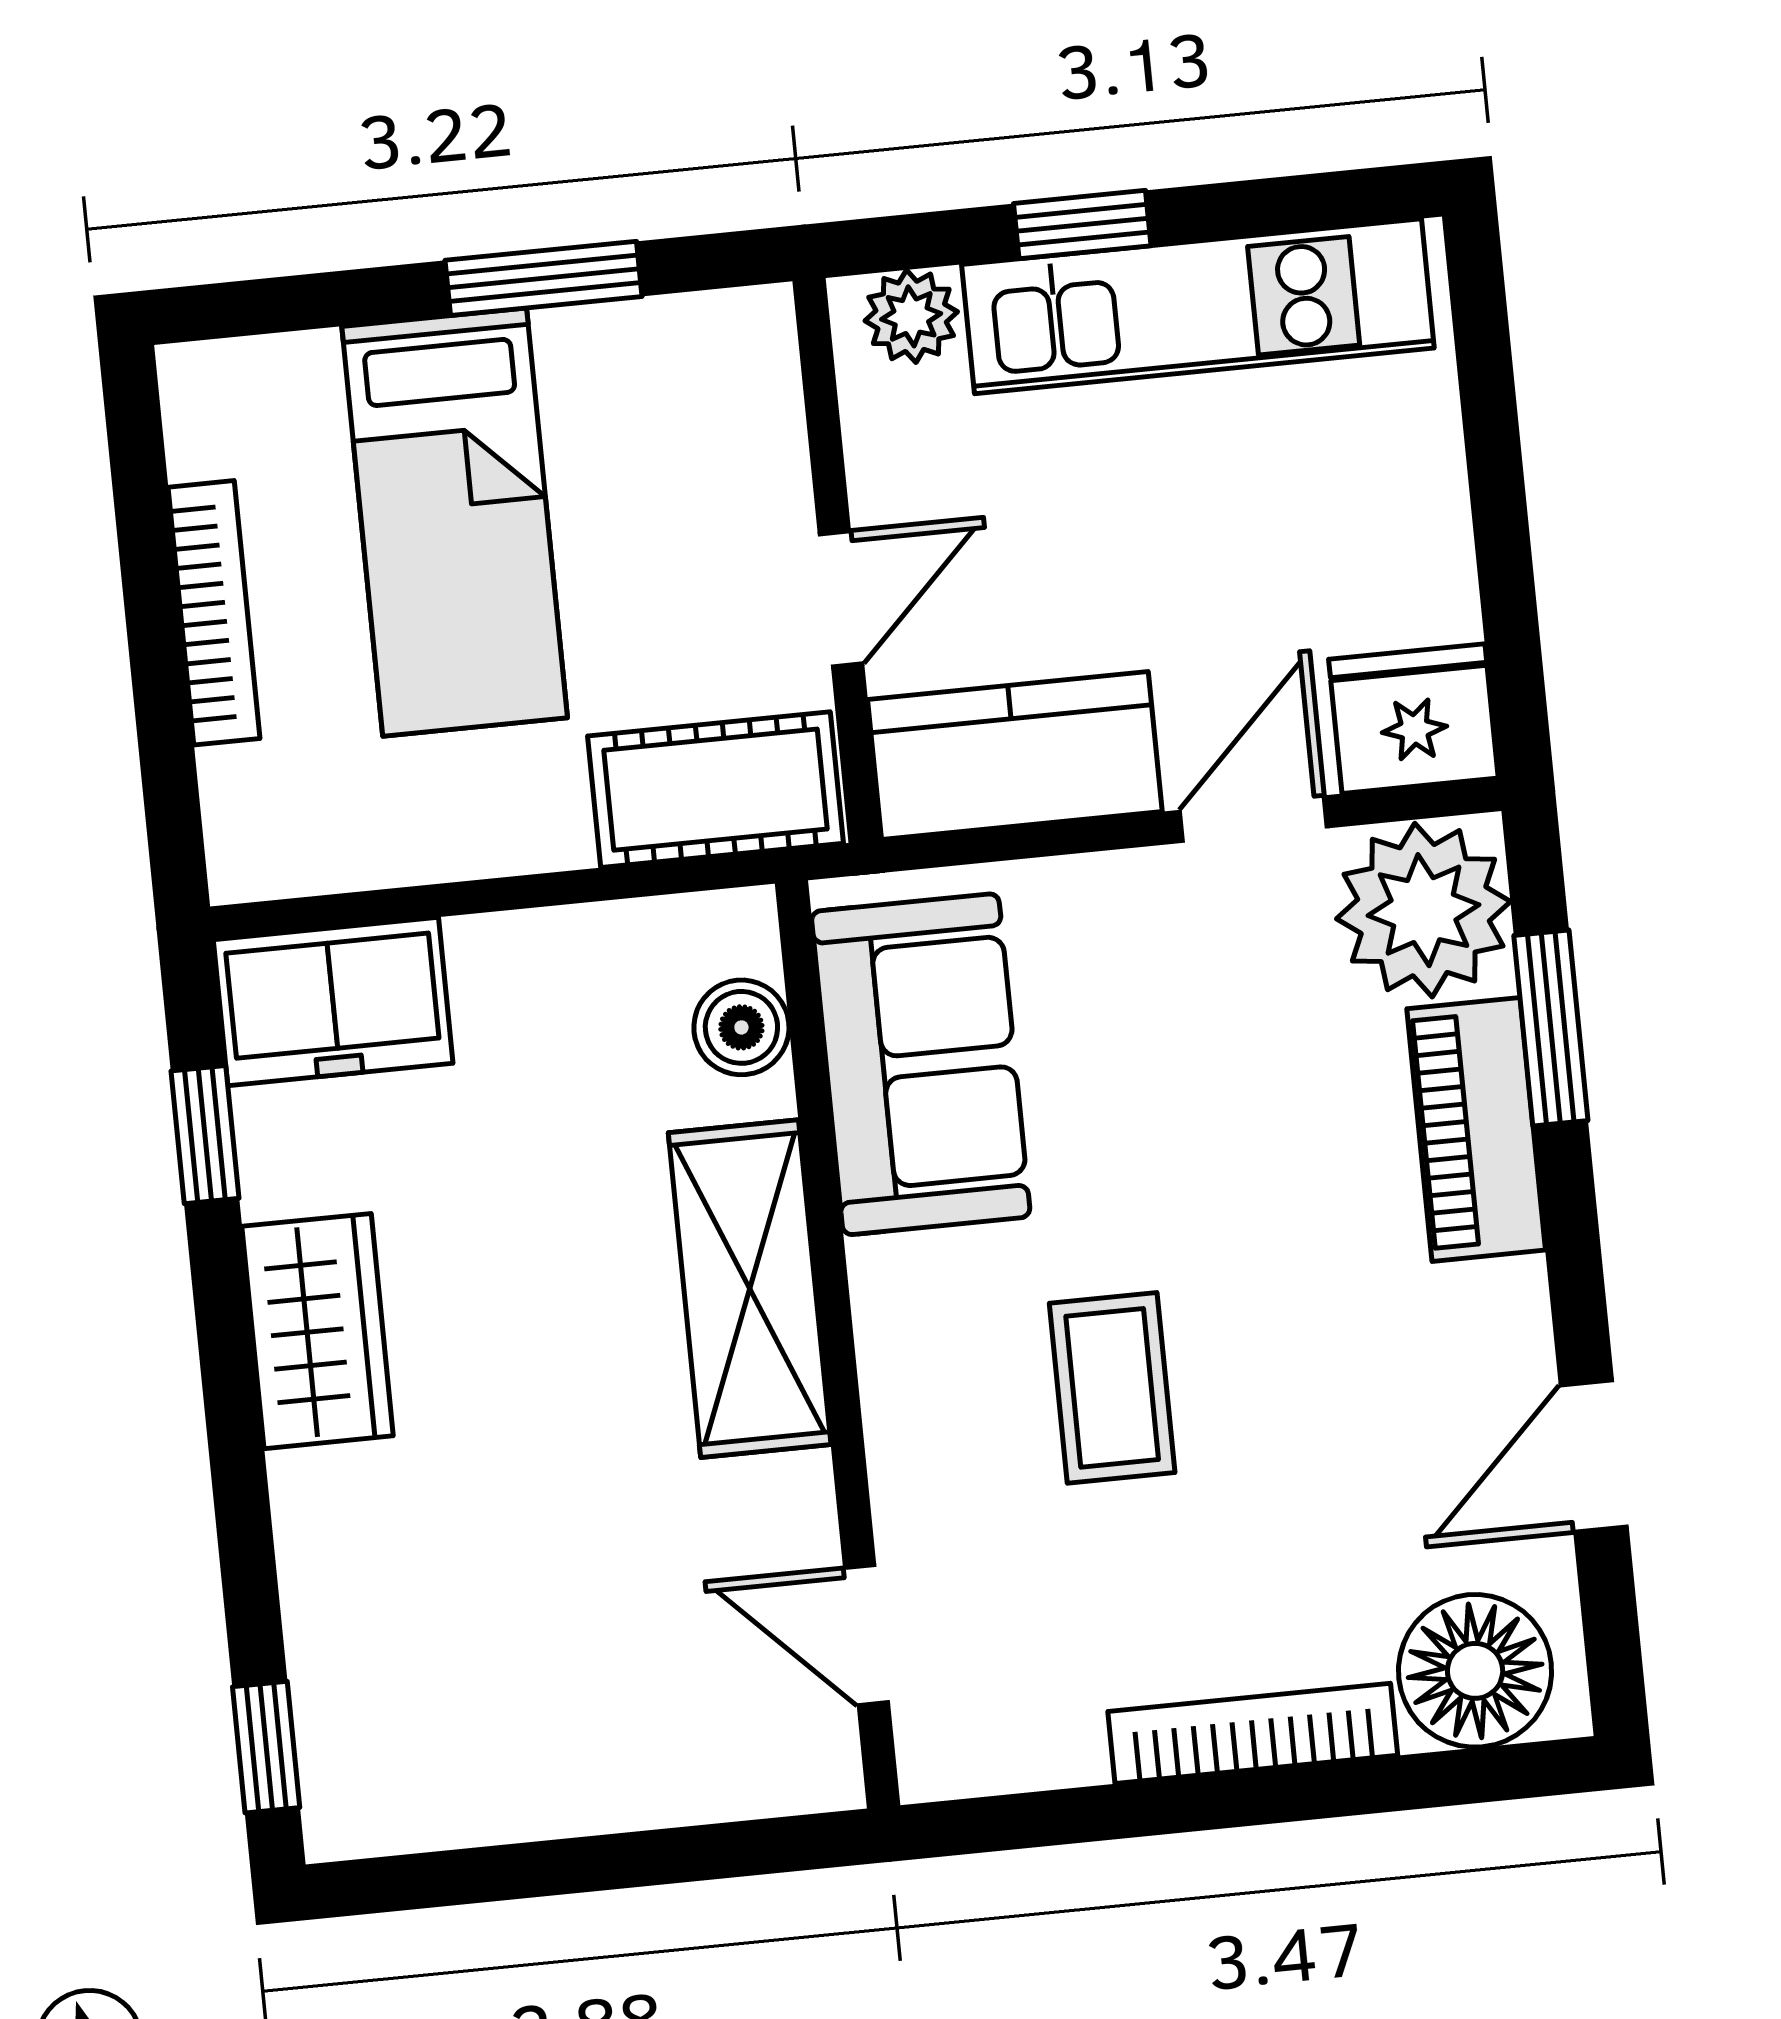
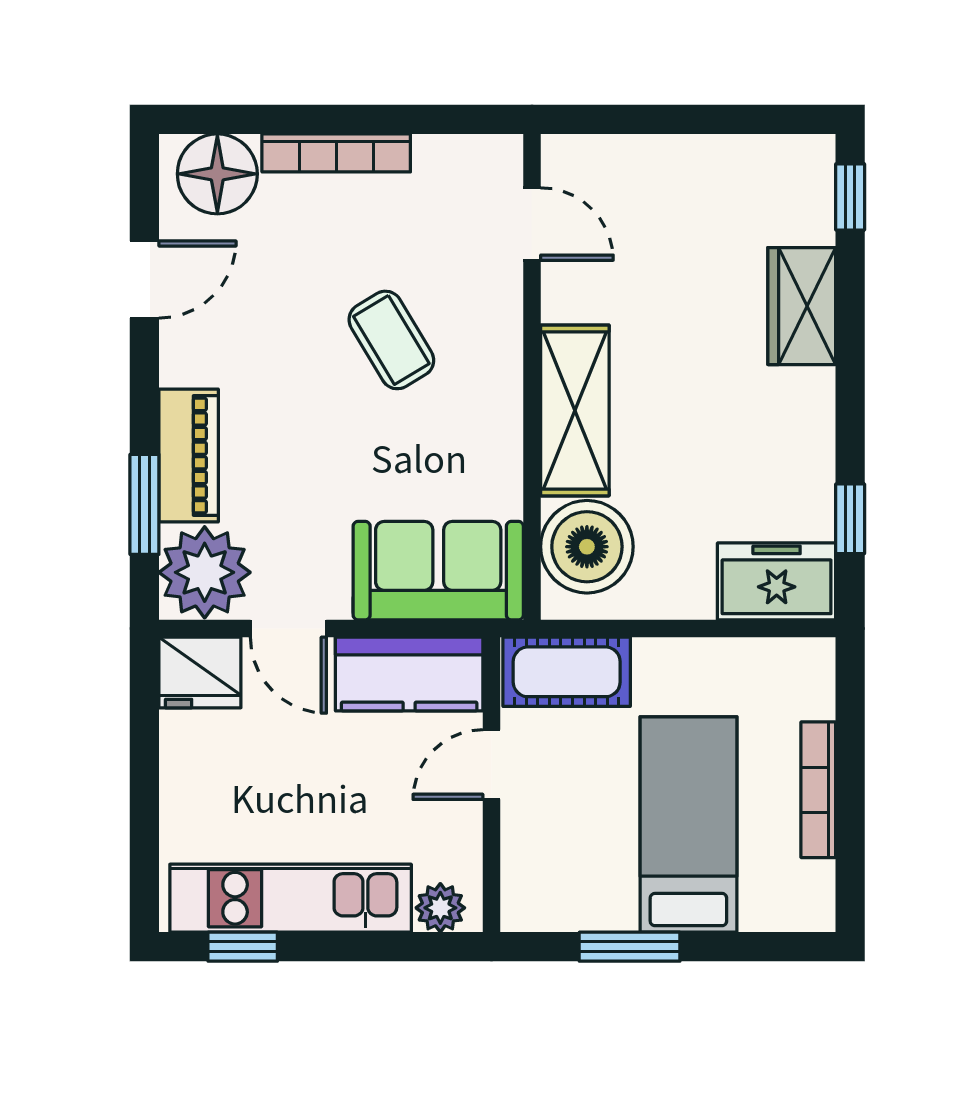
window: (1082, 225) -> (243, 947), moved
door: (1253, 819) -> (288, 629), hinge flipped
boiler: (741, 1027) -> (587, 547), width x1.86, depth x1.86
sofa: (921, 1064) -> (438, 571), moved, turned 90
wardrobe: (318, 1331) -> (802, 306), moved
coffee table: (1112, 1388) -> (391, 340), turned -31

